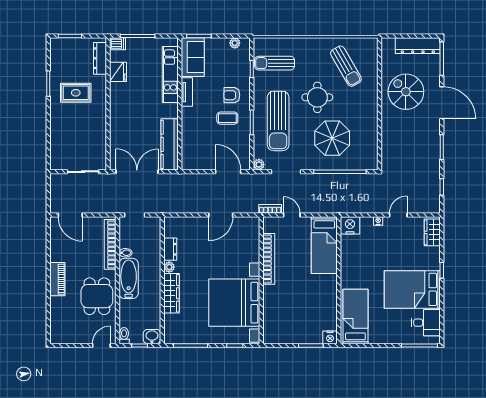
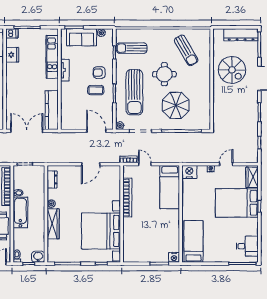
sofa: (193, 57) -> (81, 37), moved, turned 90
spiral stairs: (406, 92) -> (232, 70), turned 180
dresser: (170, 249) -> (52, 179), moved
bed: (412, 289) -> (237, 203), moved

